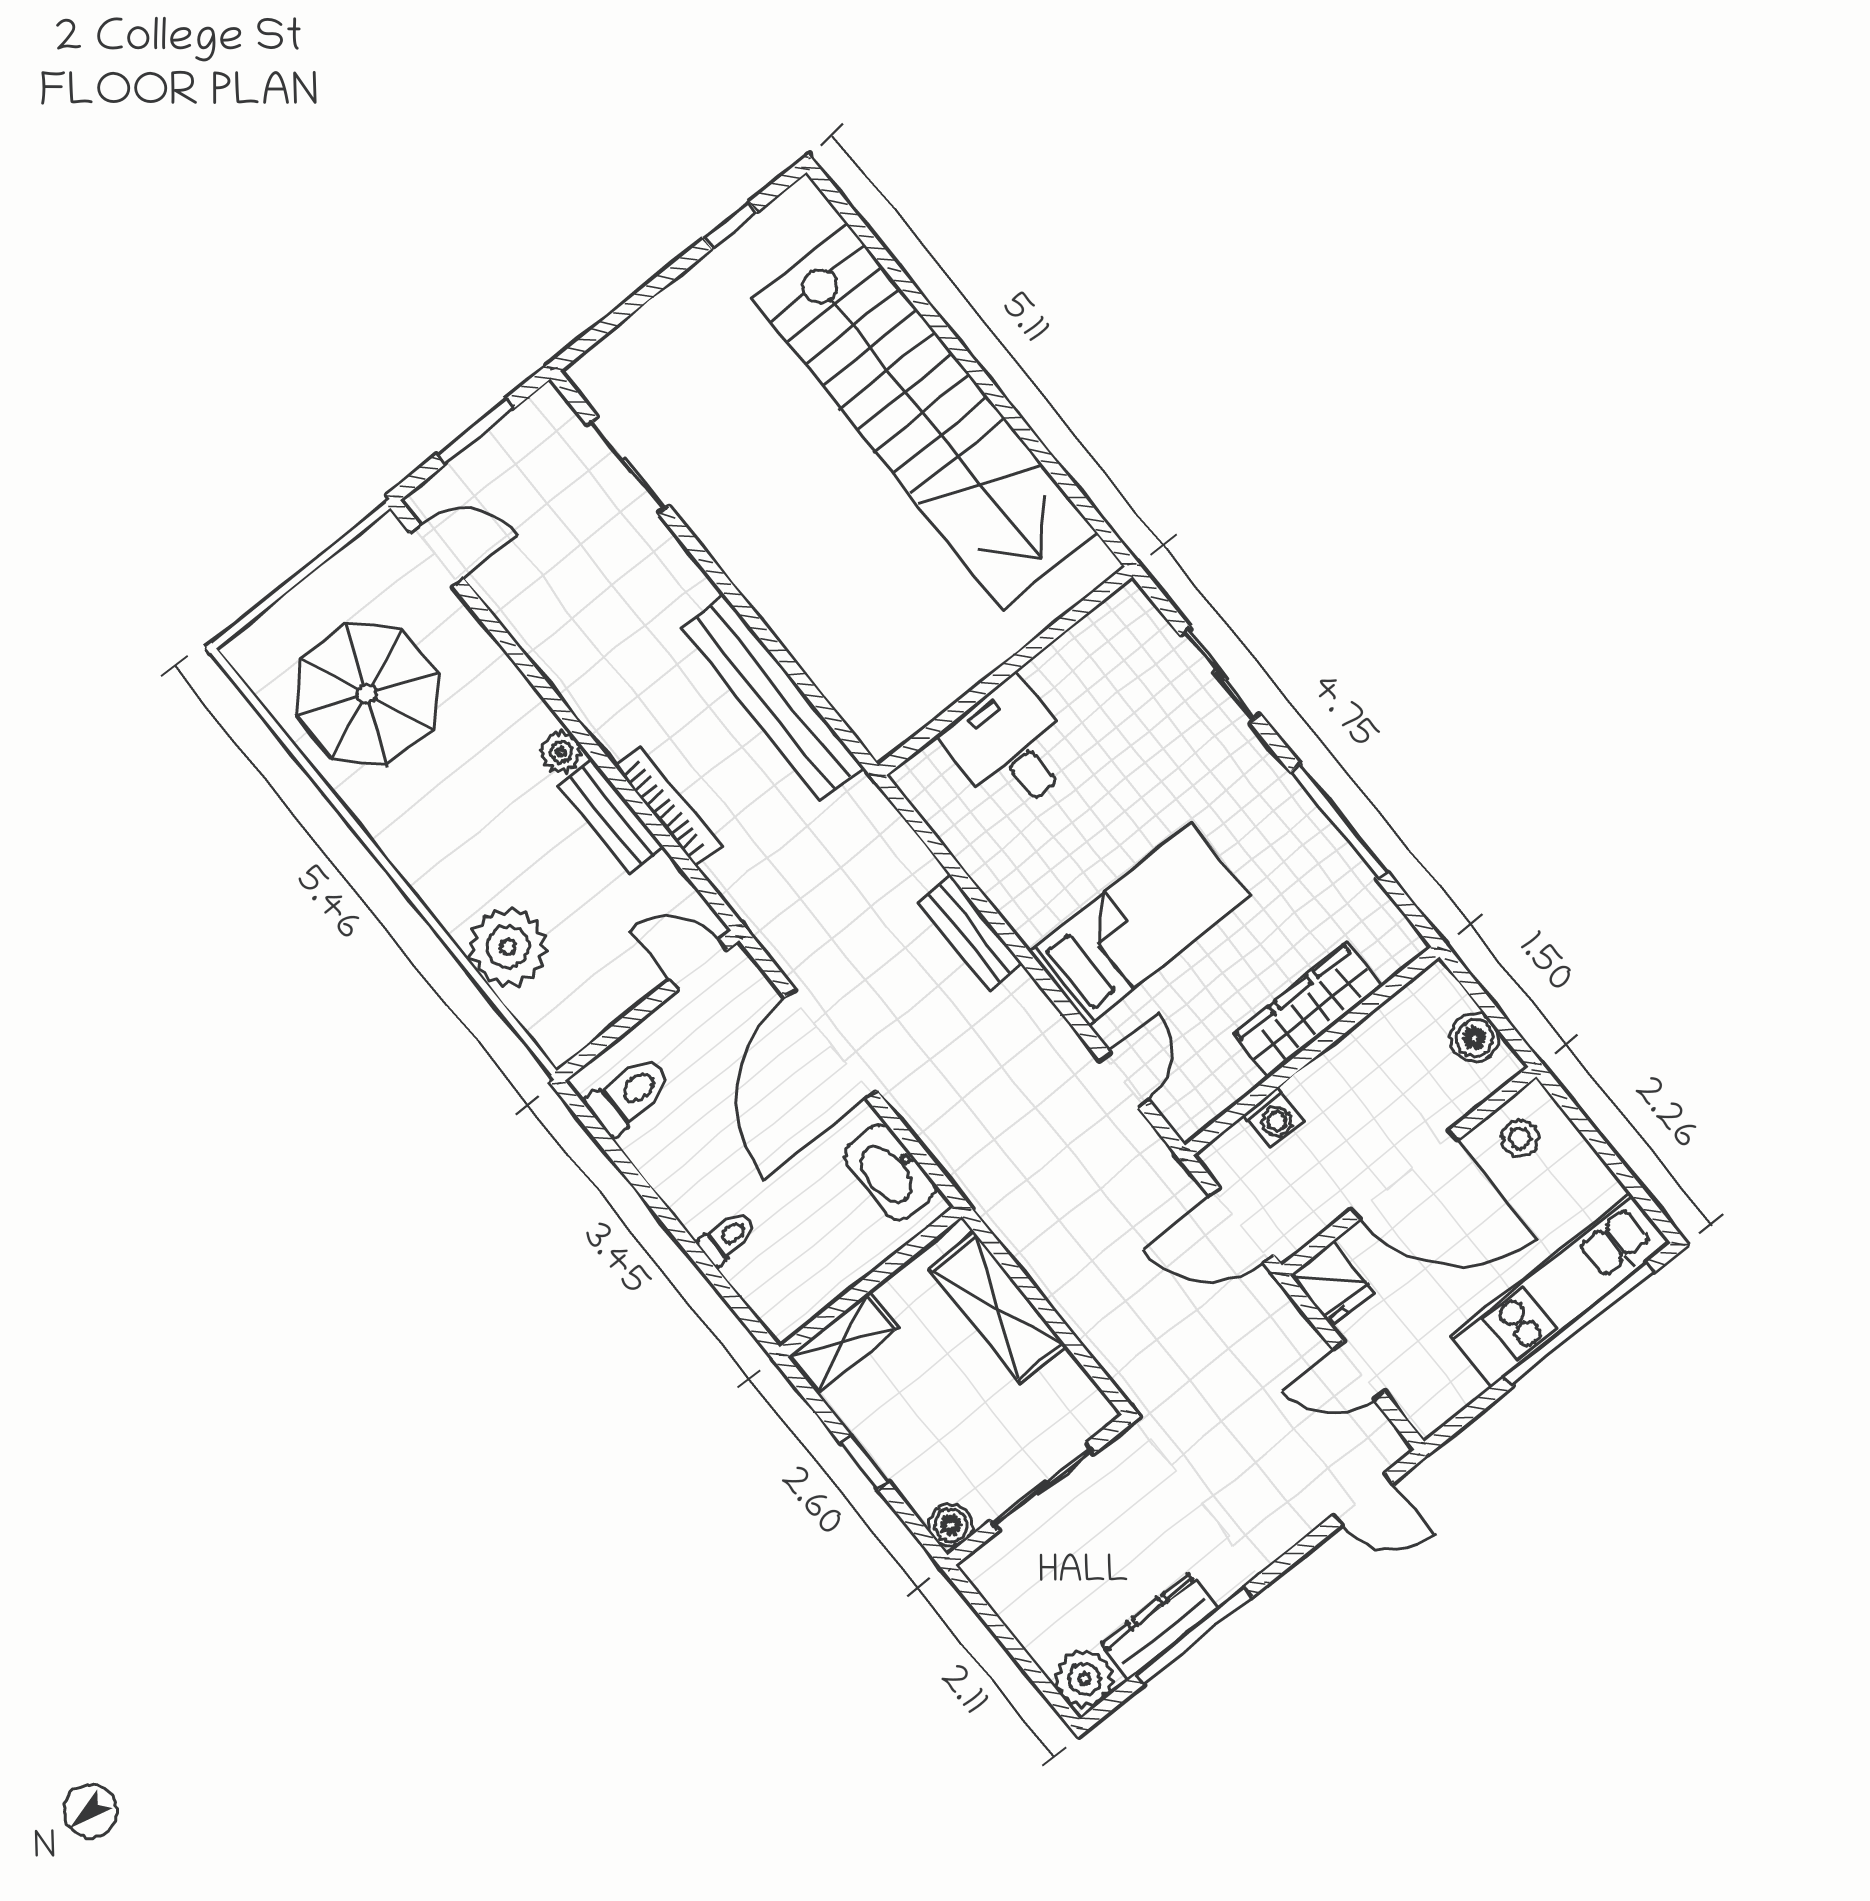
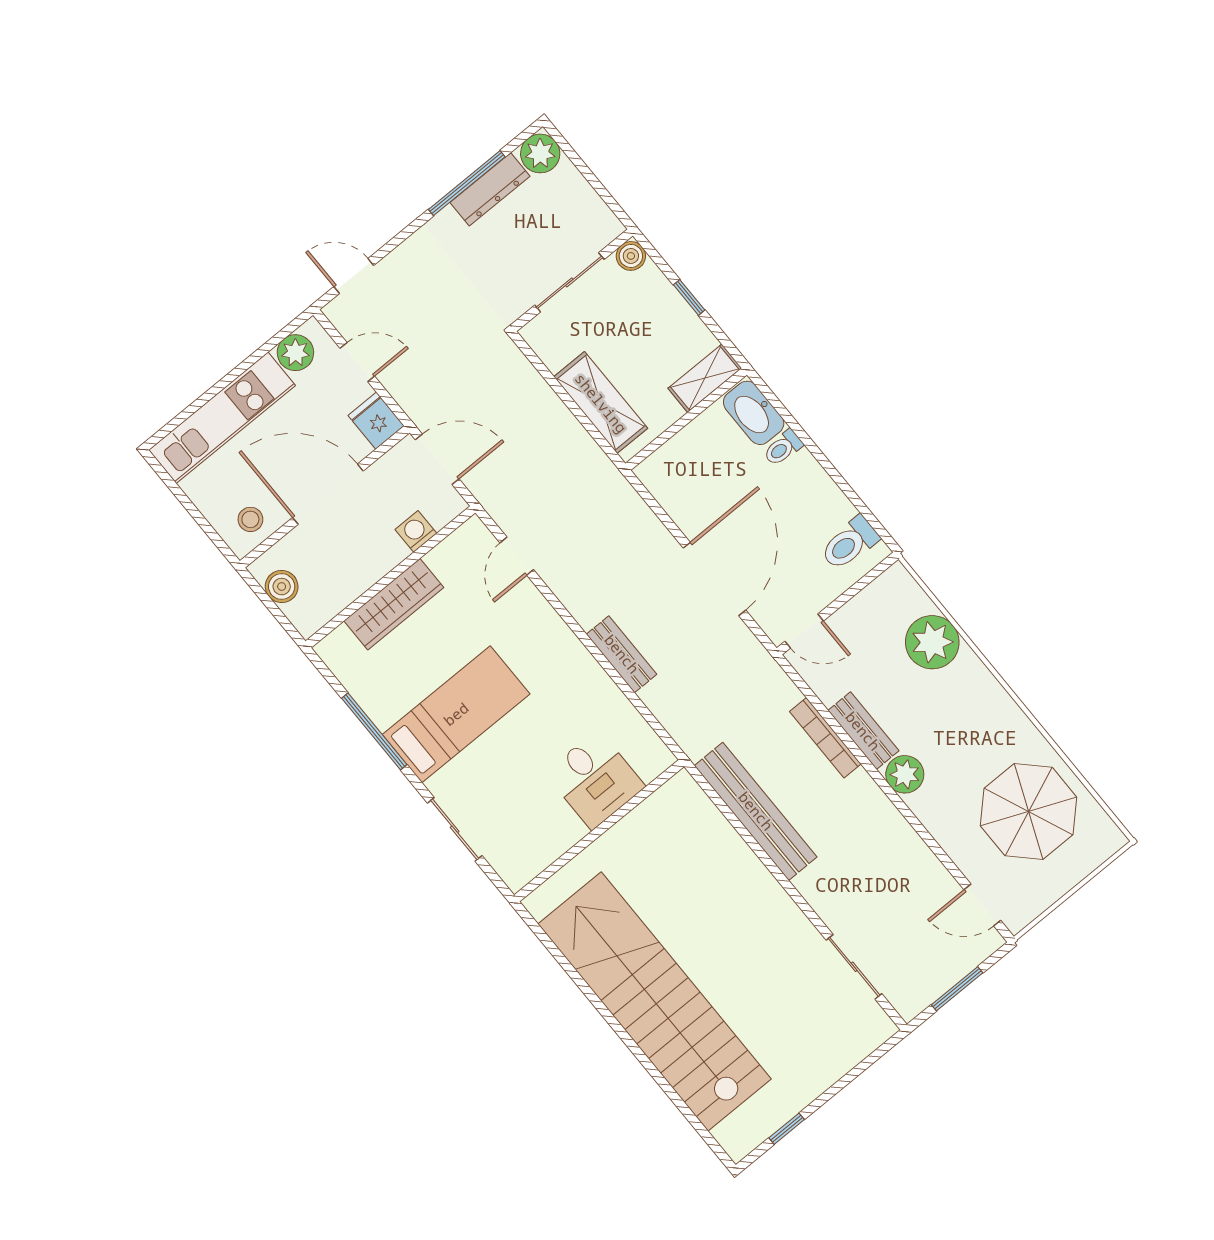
plant: (561, 752) -> (905, 774), width x1.38, depth x1.38
bed: (1139, 923) -> (456, 714), moved, turned 180
washbasin: (890, 1172) -> (754, 413), moved, turned 180
window: (1579, 1325) -> (210, 394), removed
plant: (1451, 1386) -> (295, 353), added

